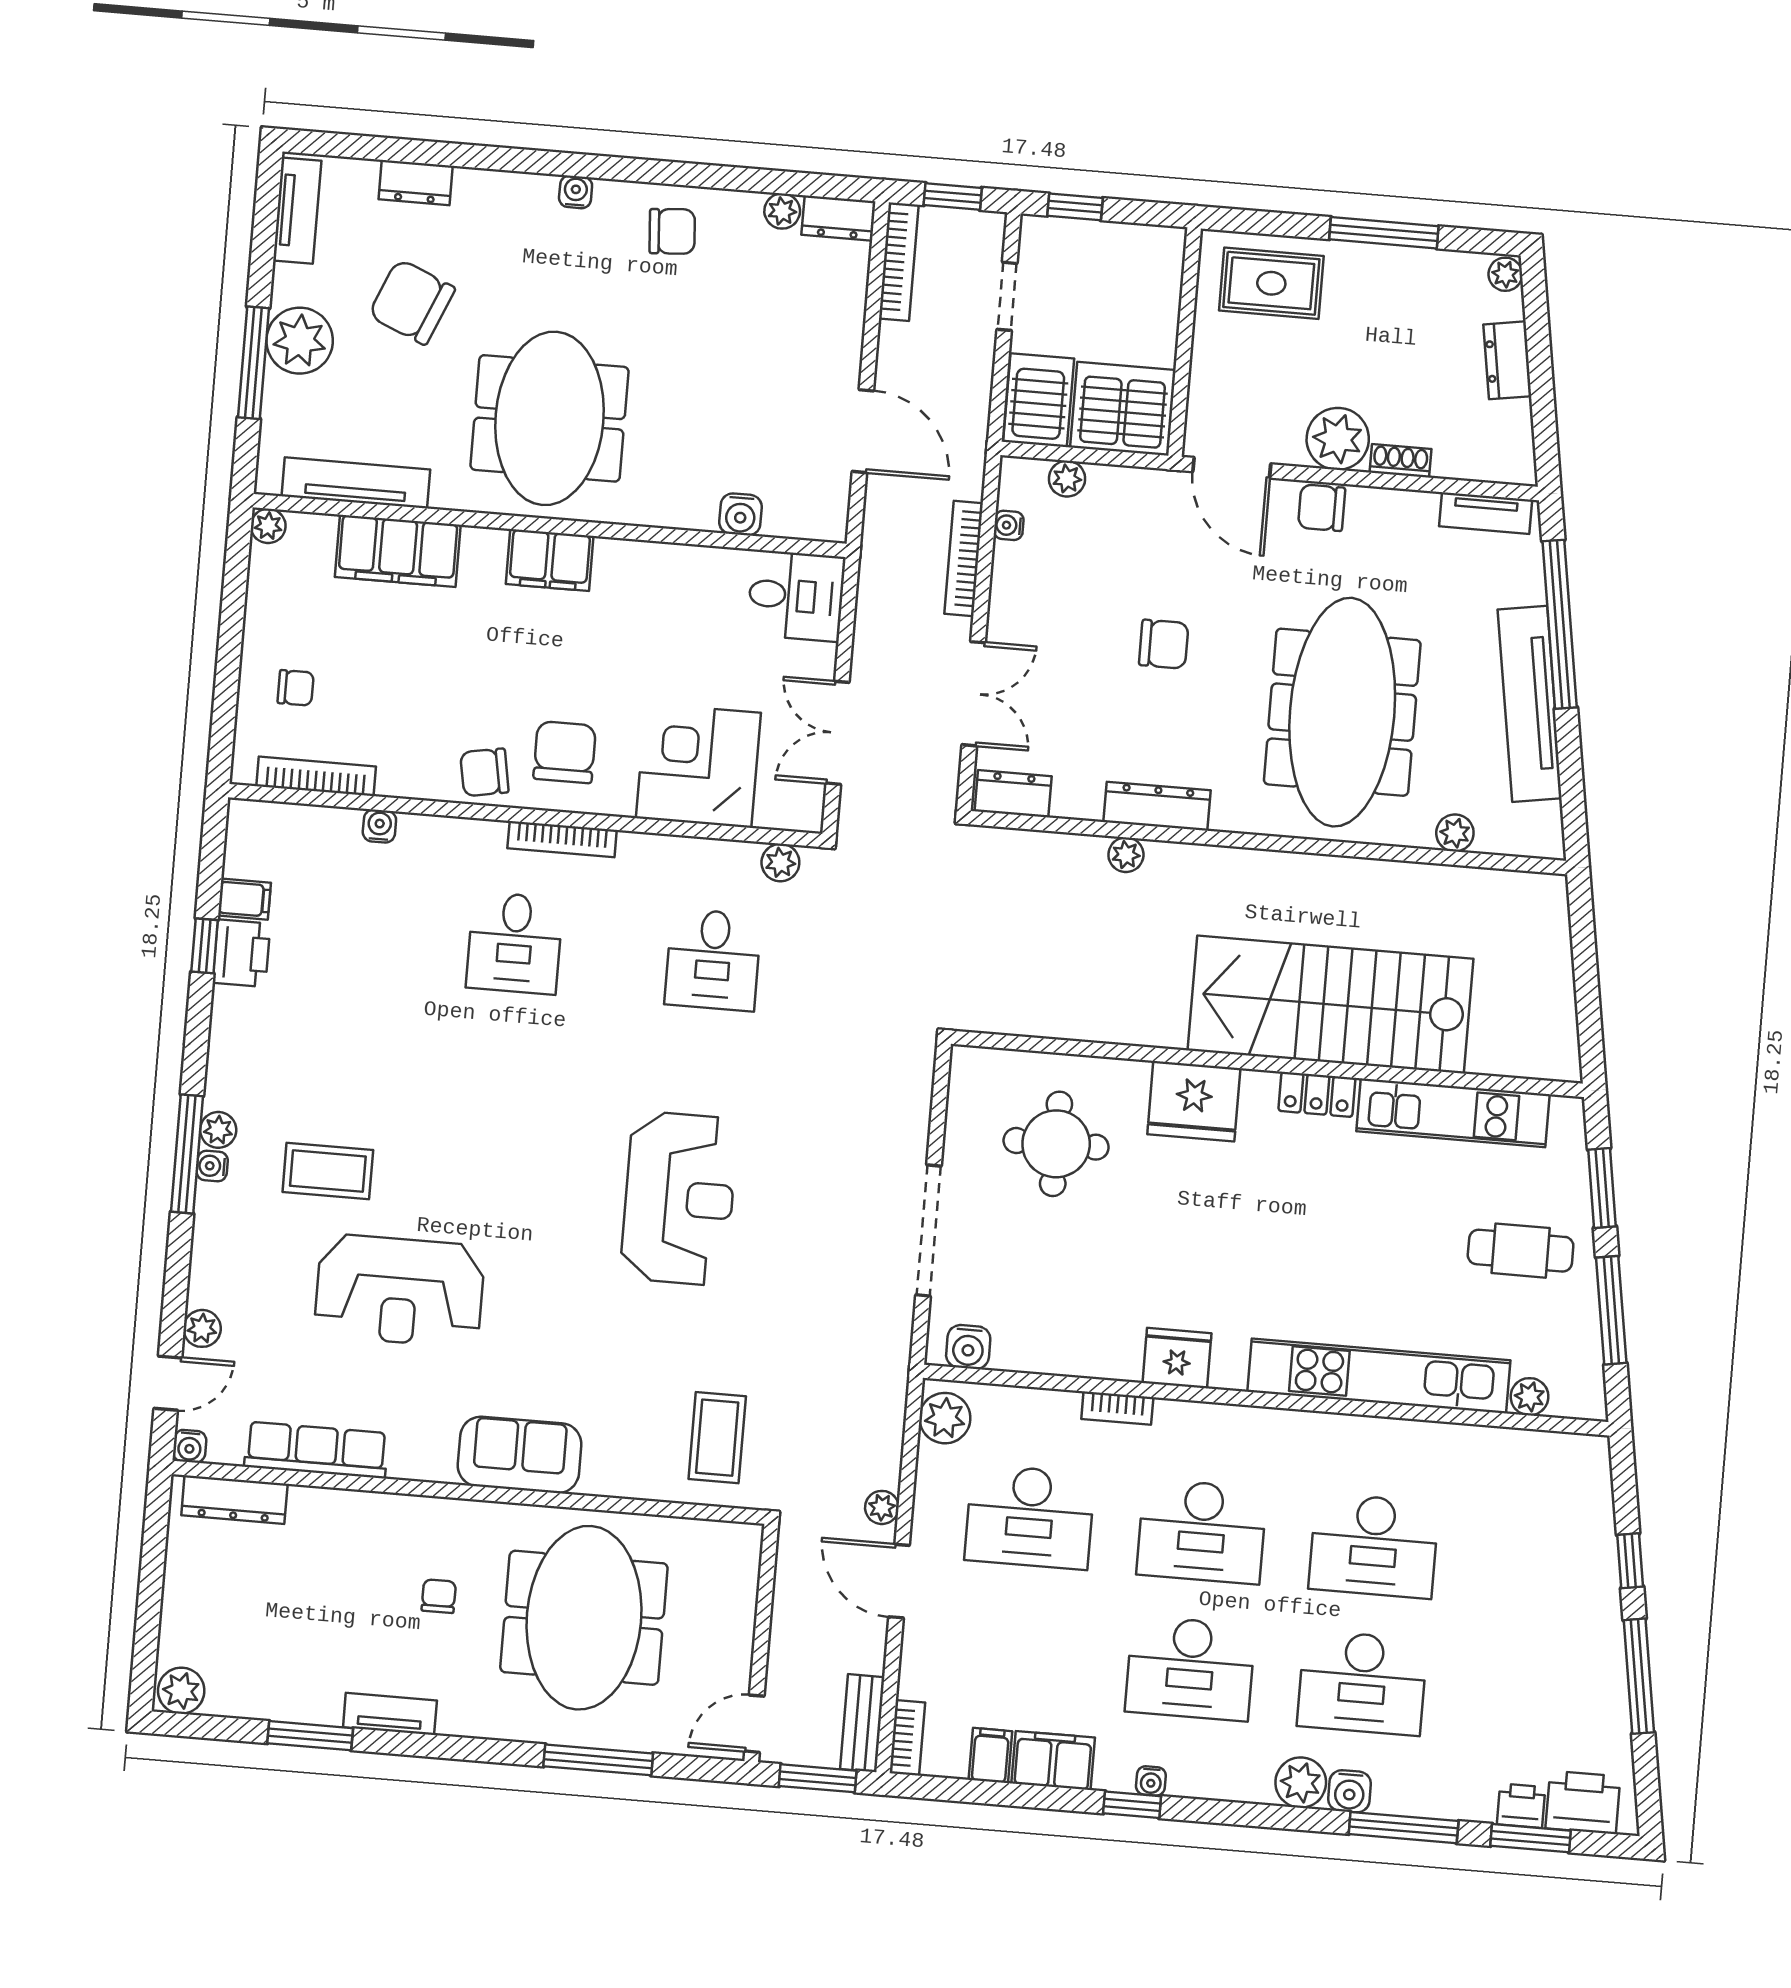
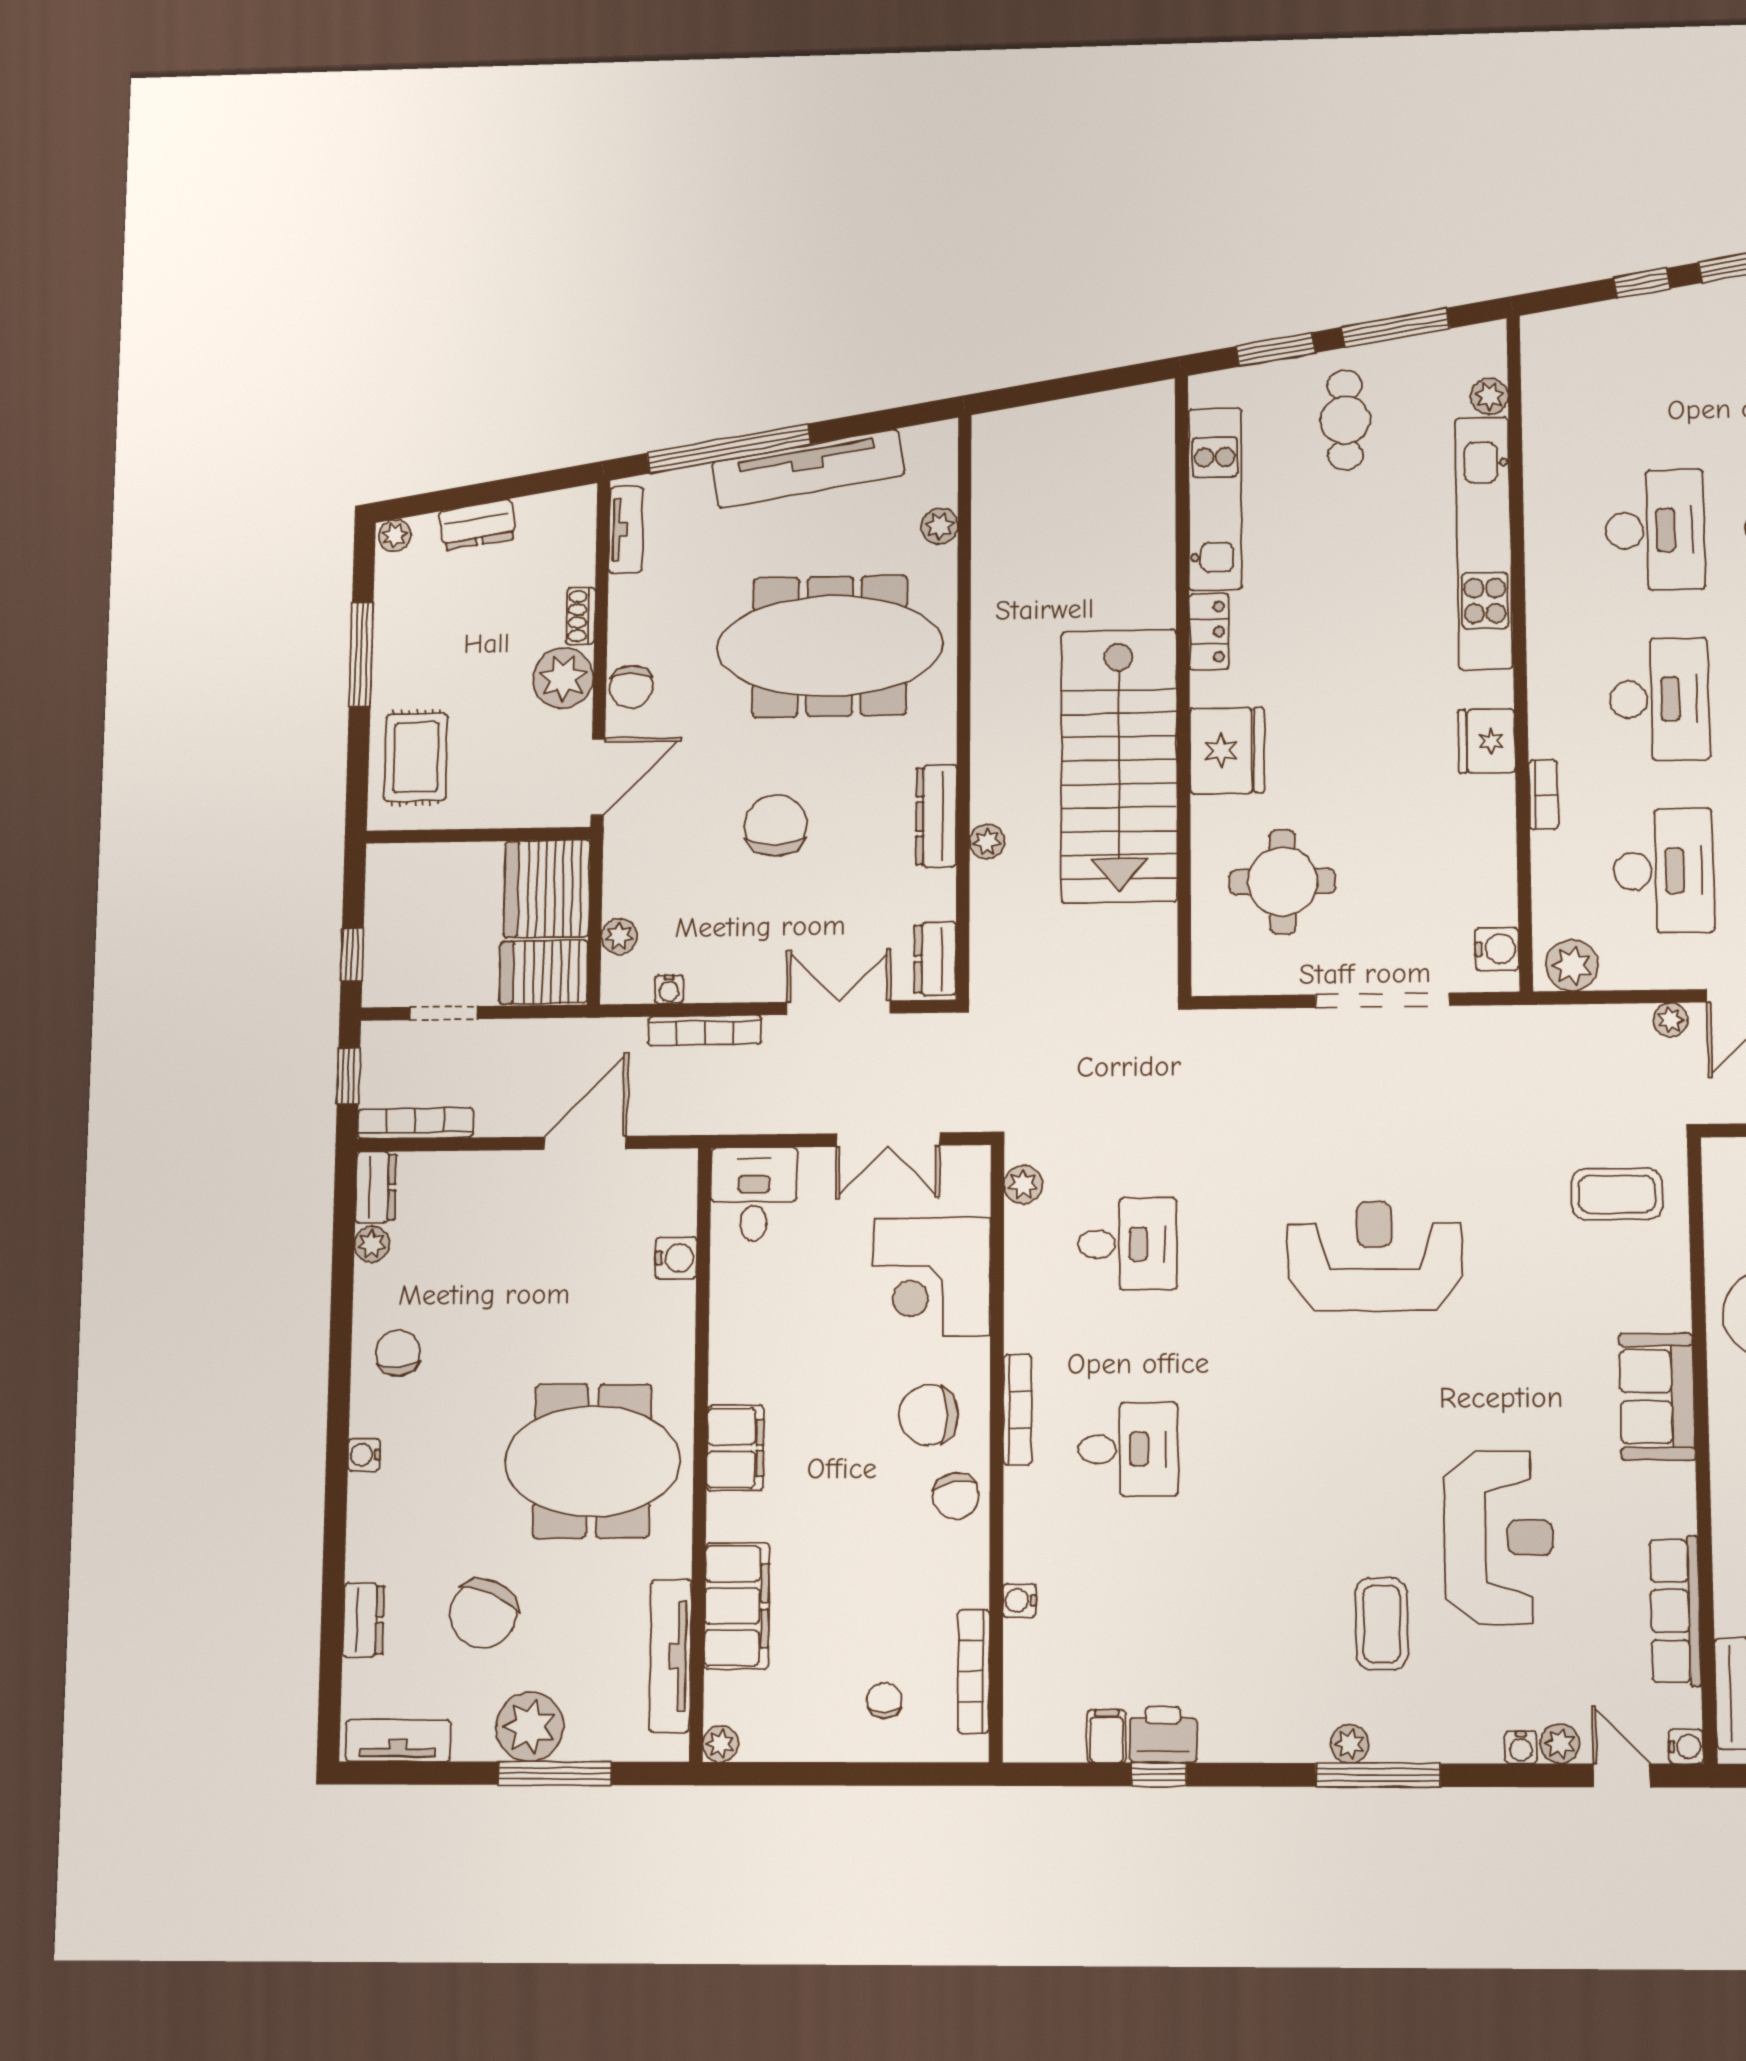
chair: (1164, 644) -> (776, 826), width x1.37, depth x1.37
stairs: (1330, 1005) -> (1119, 766), moved
water cooler: (212, 1166) -> (1521, 1747), moved

